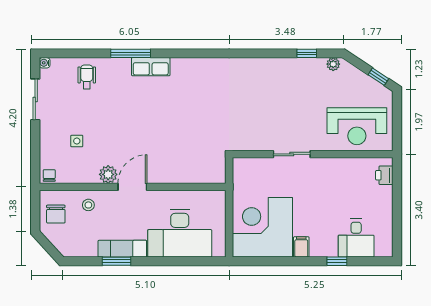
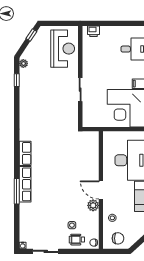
row of seats: (151, 67) -> (25, 184), width x1.48
row of seats: (191, 67) -> (25, 153), added
wheelchair: (87, 77) -> (77, 240), moved

